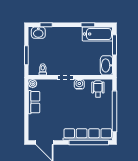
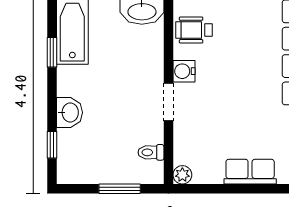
washbasin: (38, 33) -> (69, 112), moved
row of seats: (34, 102) -> (250, 172), moved

